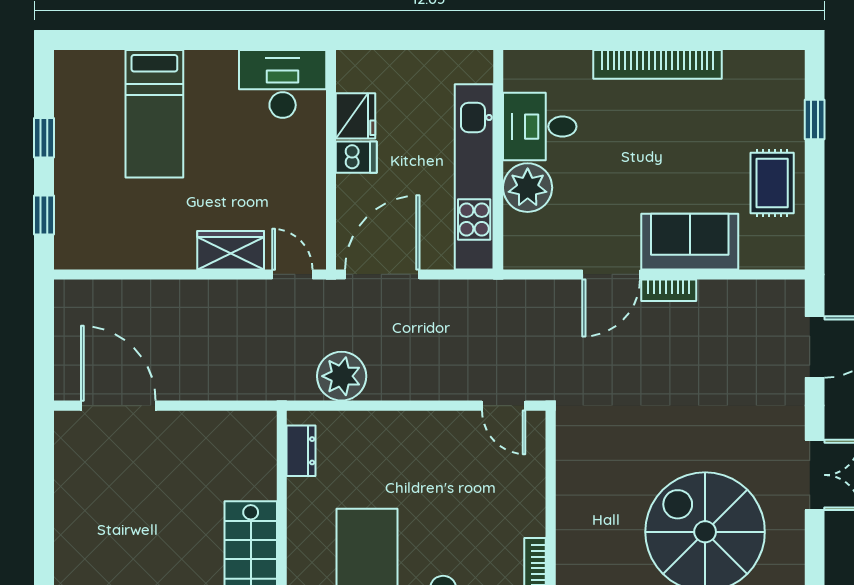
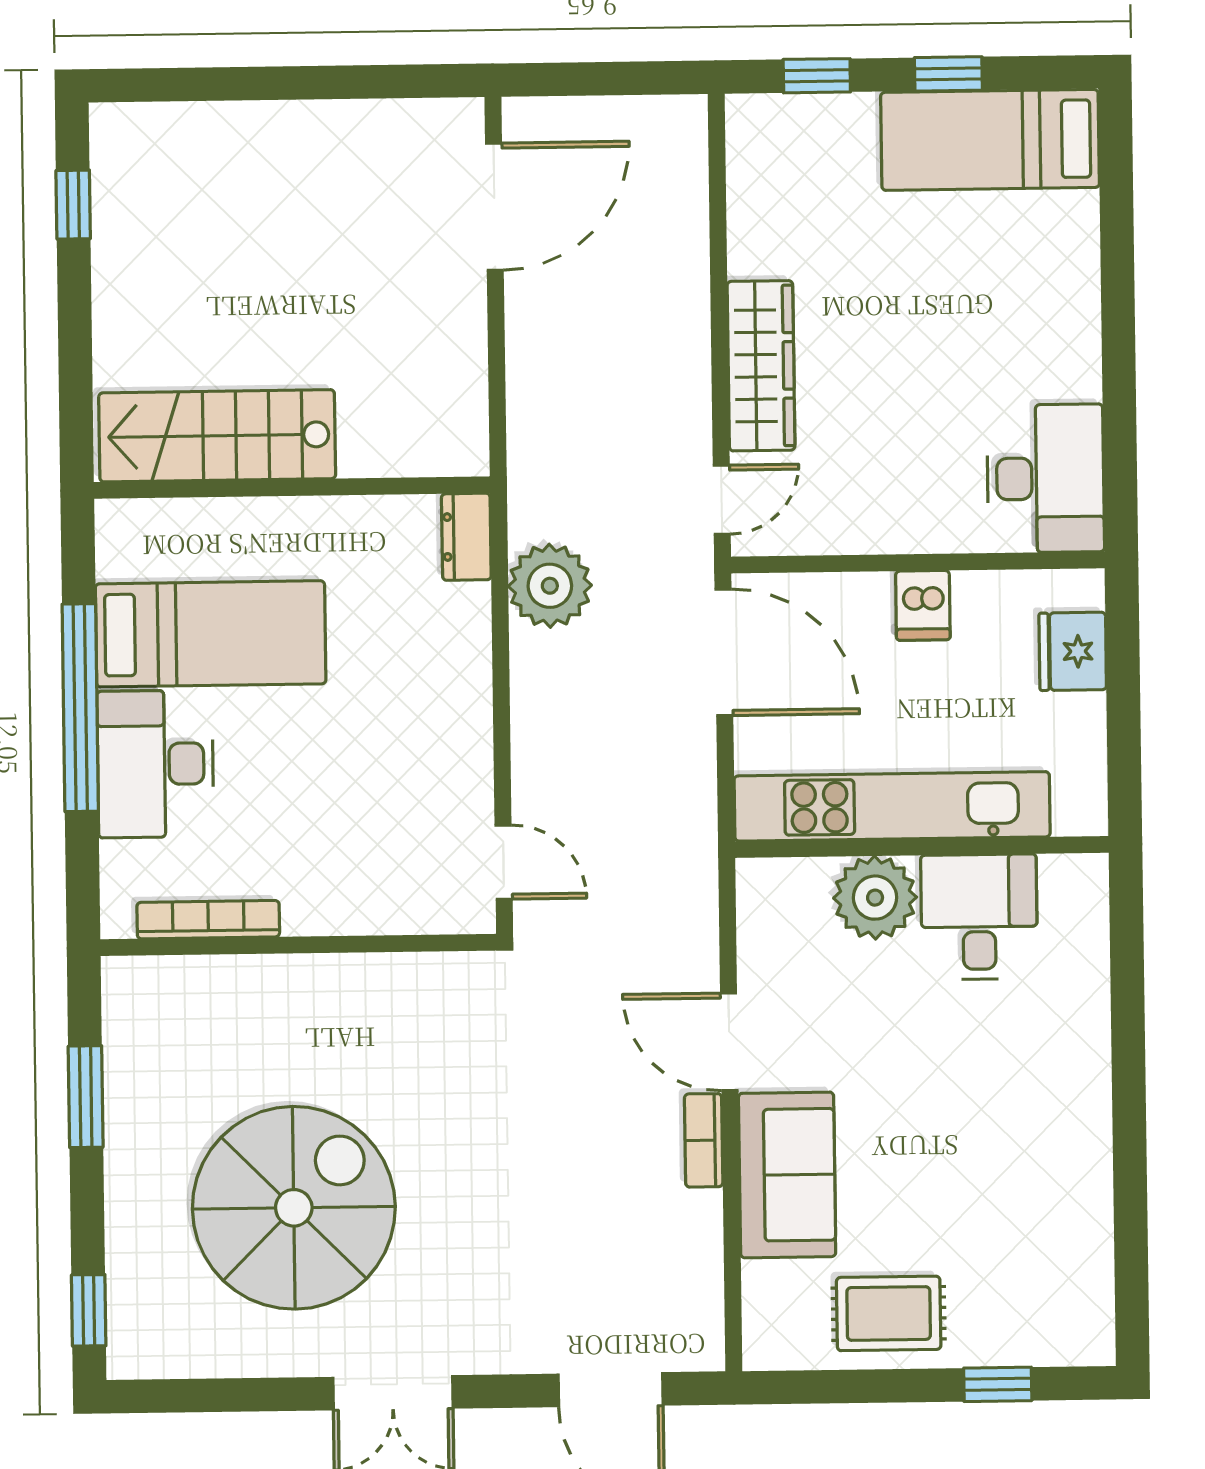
bookcase: (658, 64) -> (1088, 1116), removed
bed: (154, 114) -> (990, 140), moved
fridge: (355, 116) -> (1073, 651), moved, turned 90
wardrobe: (231, 250) -> (761, 366), width x1.50
door: (504, 406) -> (504, 862), swing flipped
dresser: (301, 451) -> (466, 537), moved, turned 90

